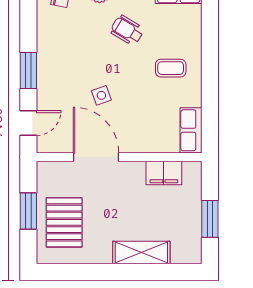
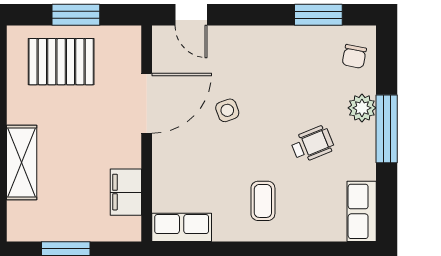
wheelchair: (127, 30) -> (312, 144), turned 37
window: (28, 71) -> (318, 15), moved

